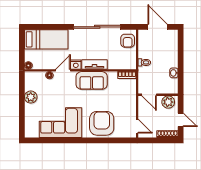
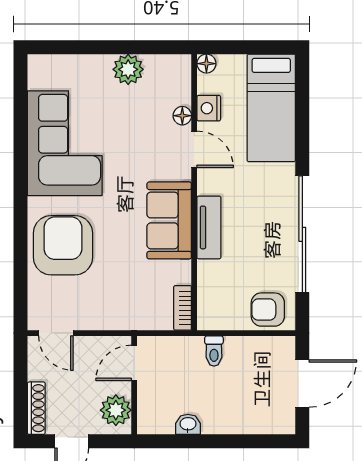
nightstand: (76, 65) -> (209, 108), moved
armchair: (102, 123) -> (63, 245), turned -90
door: (137, 126) -> (56, 333), hinge flipped

